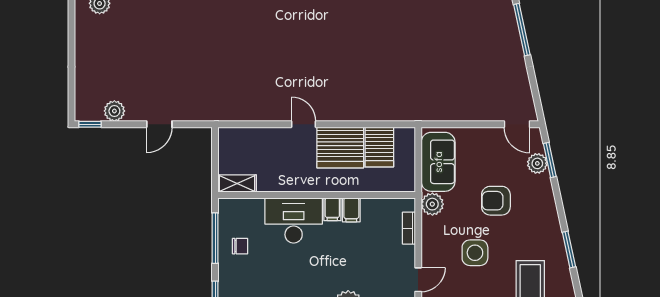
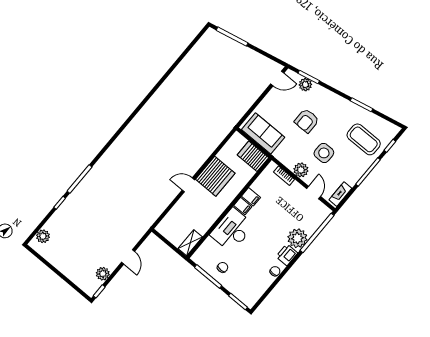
server rack: (379, 147) -> (253, 156), moved, turned 180
plant: (432, 204) -> (301, 170), moved

